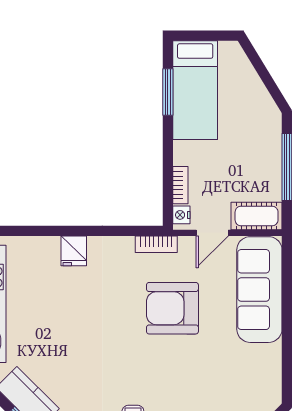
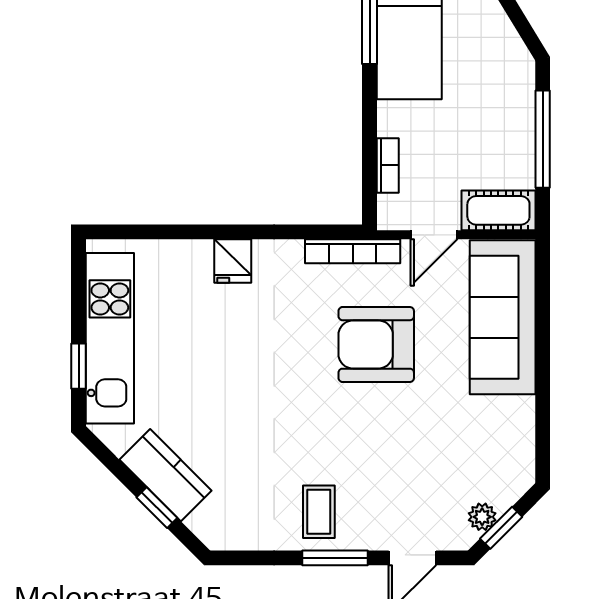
nightstand: (181, 215) -> (389, 209), removed
bookcase: (156, 244) -> (353, 251), width x1.56

